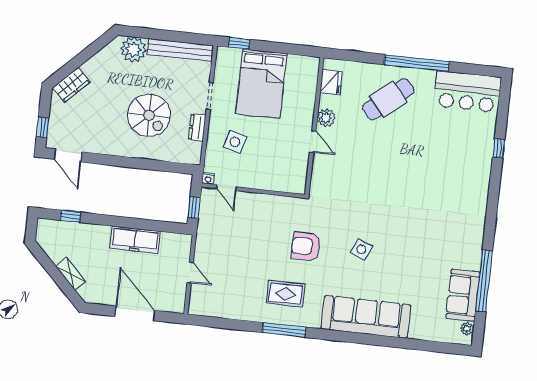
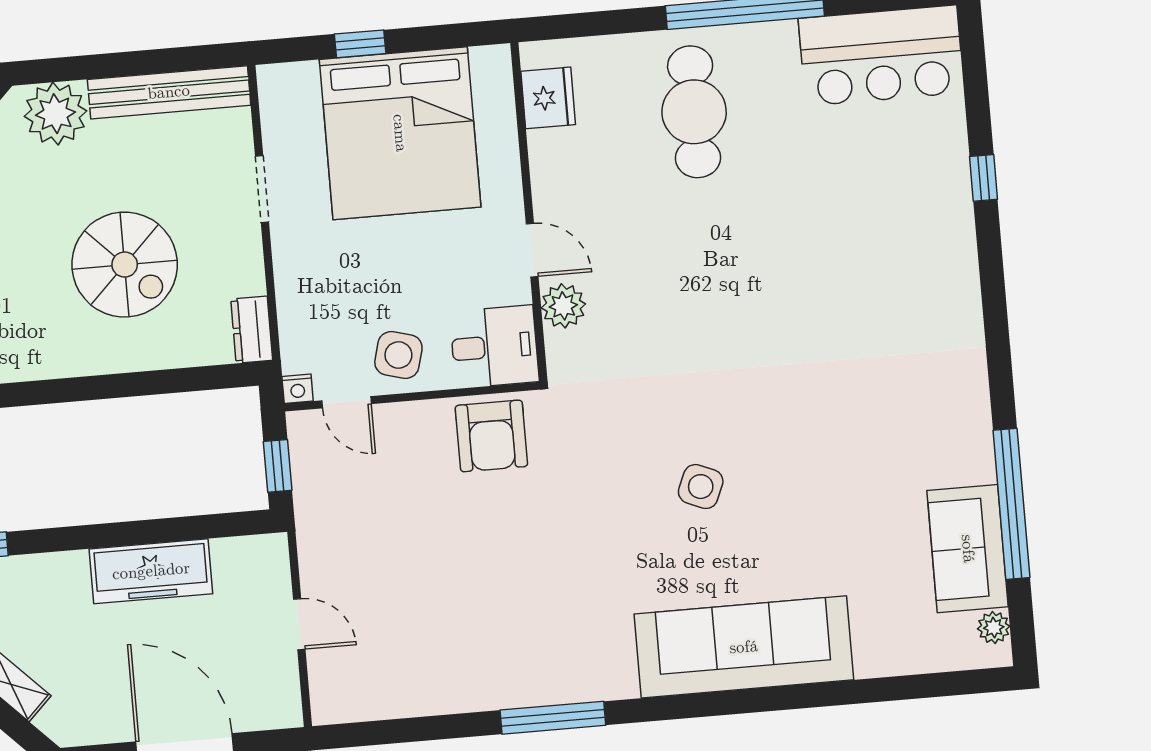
window: (239, 43) -> (360, 44), moved
bed: (261, 84) -> (400, 133), width x1.36
cafe table: (388, 99) -> (694, 112), turned -50
plant: (326, 118) -> (563, 306), moved
dresser: (197, 127) -> (252, 330), moved
side table: (235, 142) -> (398, 355), moved
desk: (290, 177) -> (494, 347), added
armchair: (306, 246) -> (491, 436), moved, turned -90
rug: (286, 294) -> (539, 630), removed

